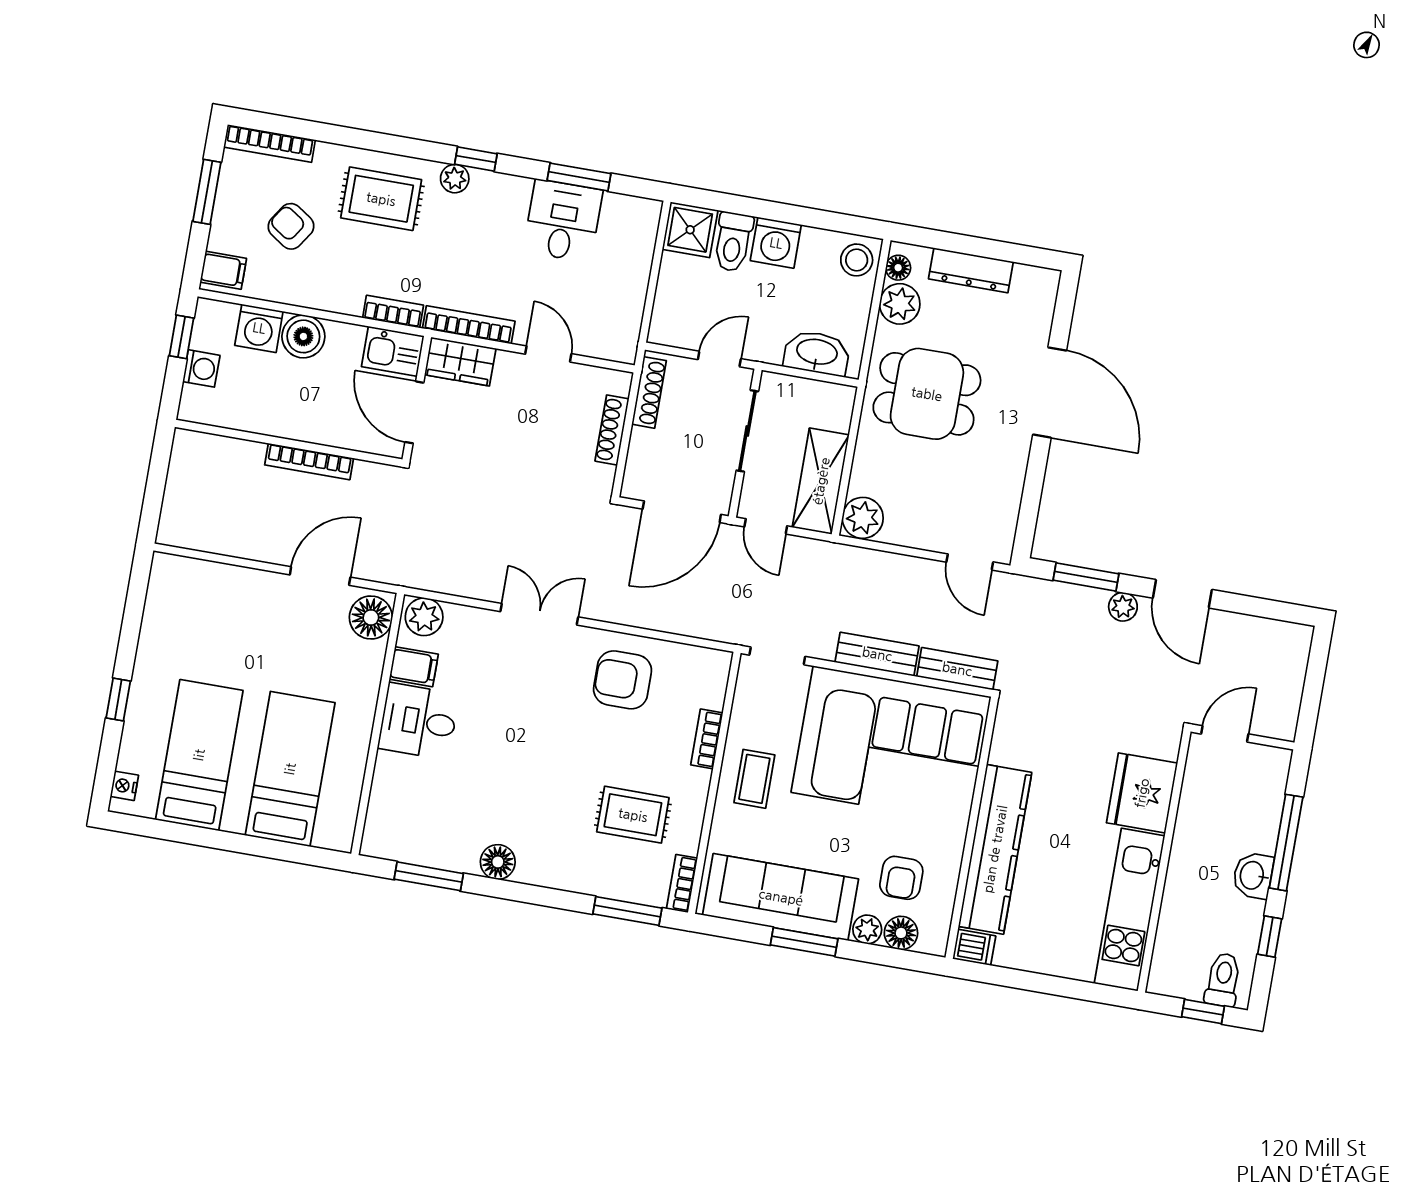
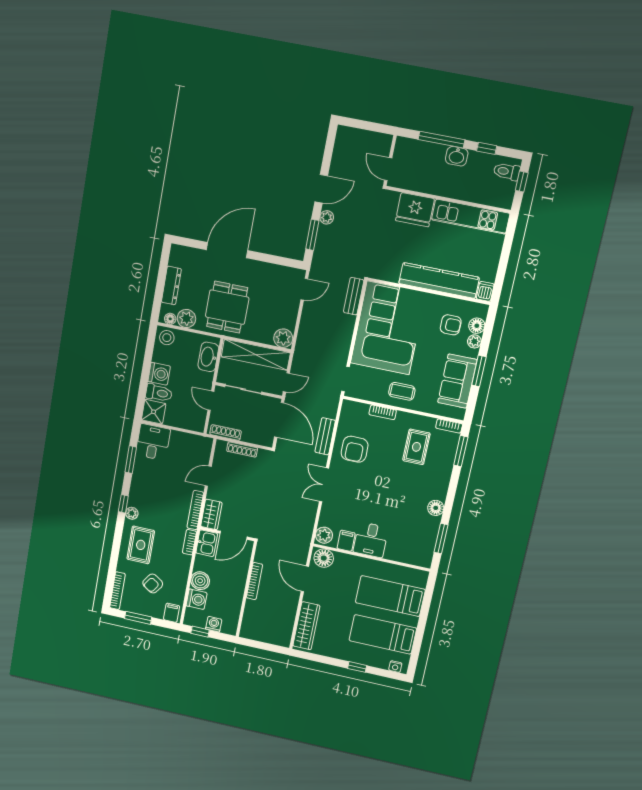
desk: (563, 221) -> (153, 442), moved, turned 90
shelving: (821, 481) -> (256, 355), width x1.47
wardrobe: (210, 582) -> (306, 626), added
bench: (877, 654) -> (325, 436), moved
sofa: (781, 897) -> (457, 381), width x0.73

